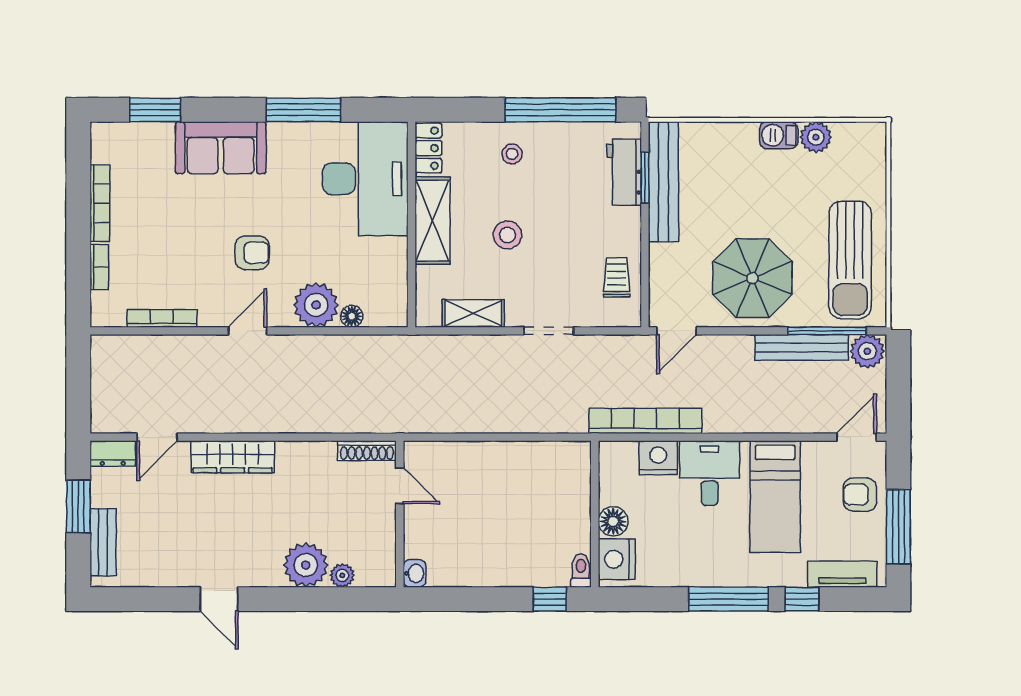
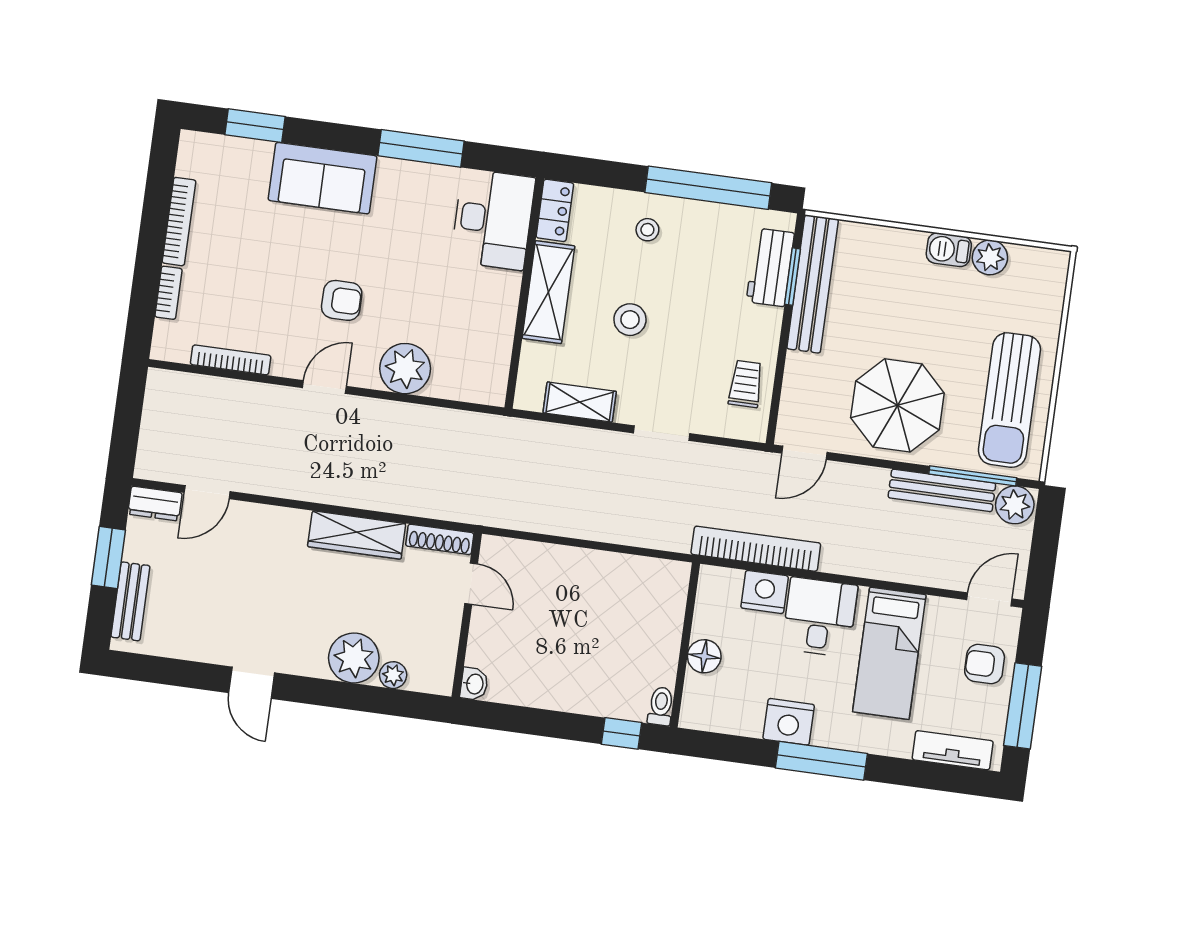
desk: (365, 179) -> (493, 219), width x0.73, depth x0.77
floor lamp: (352, 316) -> (443, 387), removed
wardrobe: (233, 457) -> (357, 535), moved
nightstand: (617, 559) -> (789, 722), moved, turned -90
window: (802, 599) -> (904, 772), removed

